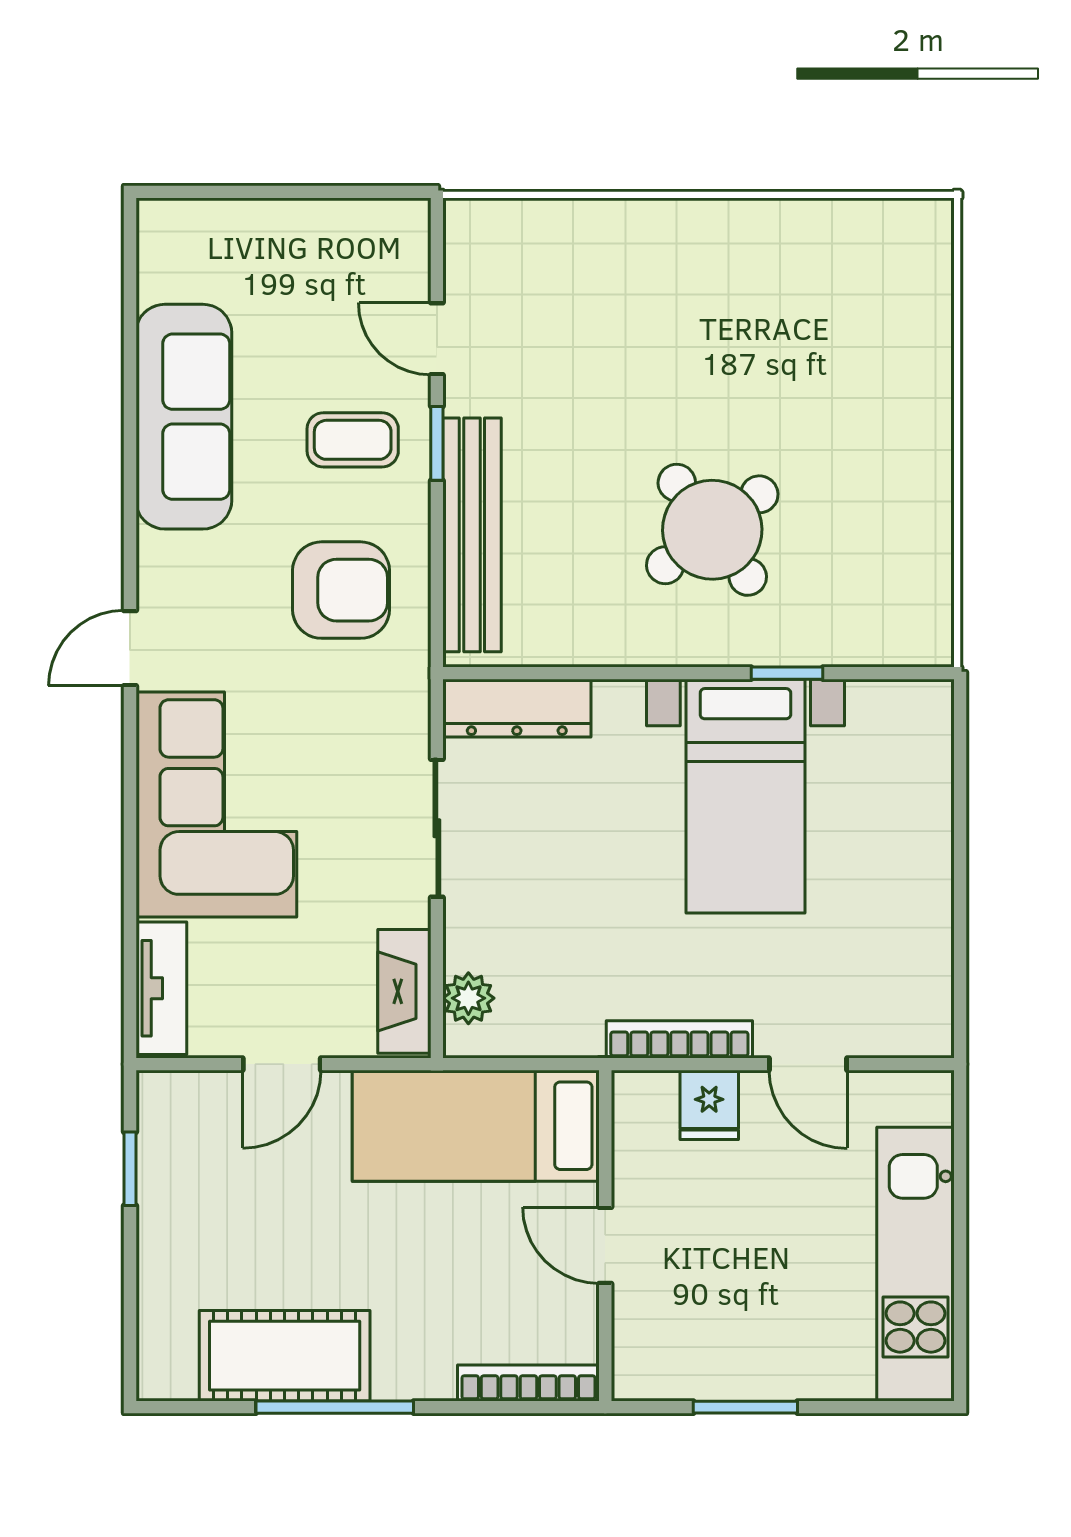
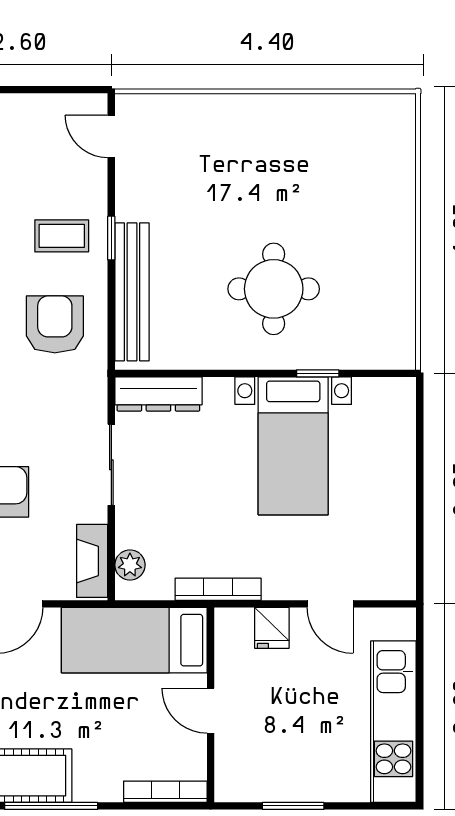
door: (437, 339) -> (111, 136), moved
round table: (712, 530) -> (274, 289), turned 37
armchair: (341, 590) -> (55, 324), turned -90
bookcase: (679, 1039) -> (218, 589), moved

